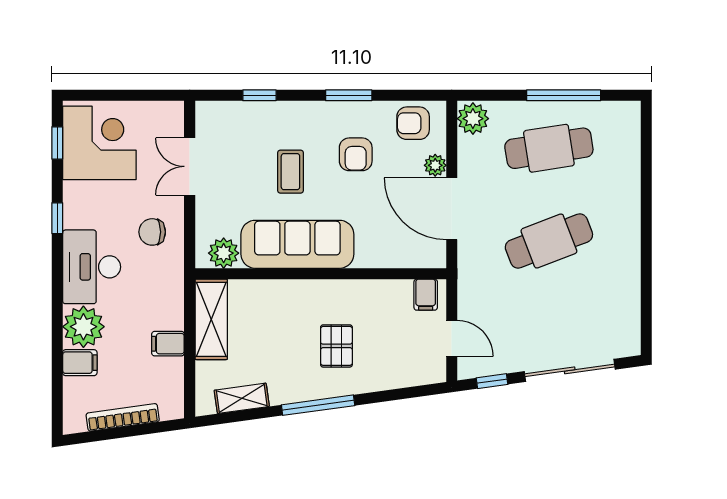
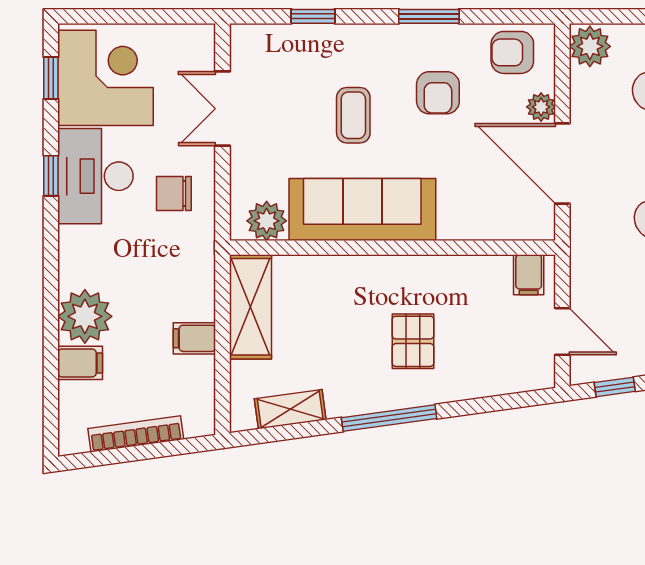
desk: (92, 267) -> (95, 176), moved

